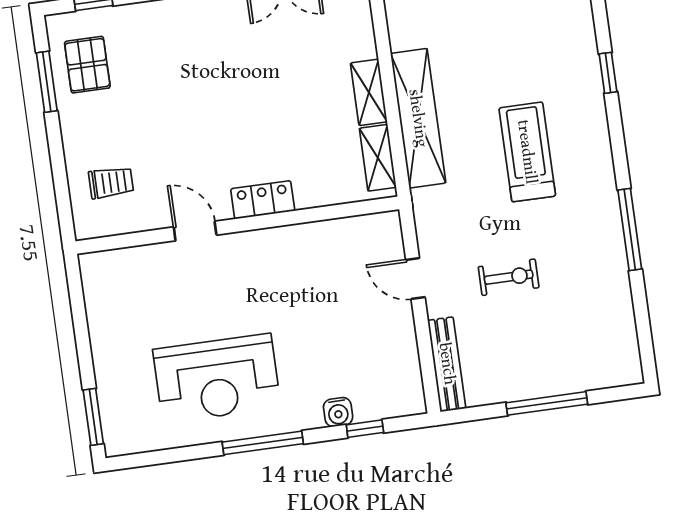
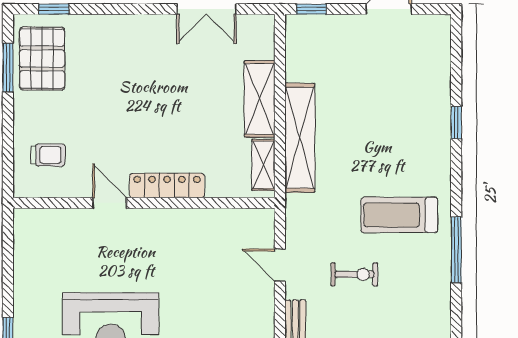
pallet: (87, 65) -> (42, 59), width x1.50, depth x1.42
shelving: (369, 92) -> (260, 99), width x1.50, depth x1.33
treadmill: (527, 152) -> (399, 215), moved, turned -90
locker: (263, 200) -> (167, 186), width x1.53

